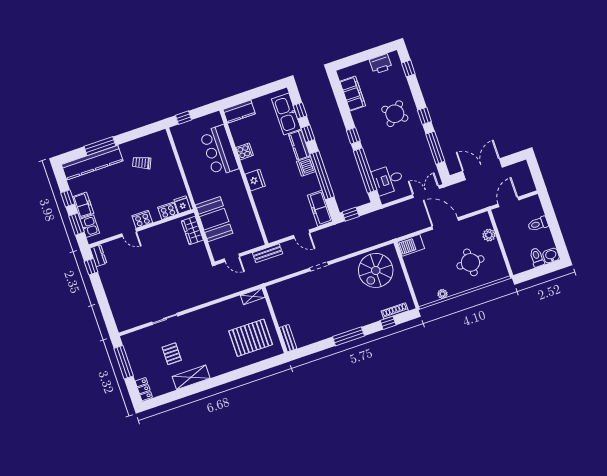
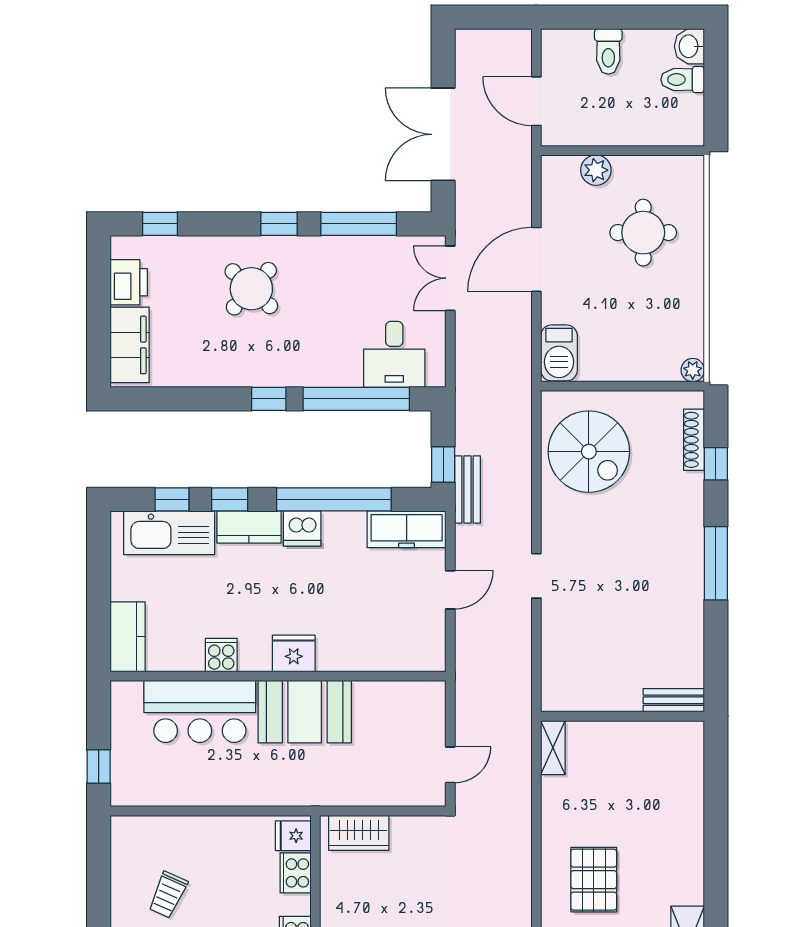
filing cabinet: (353, 94) -> (130, 345), moved, turned 90
booth: (214, 219) -> (305, 712), moved
bench: (268, 253) -> (467, 489), moved
plant: (442, 294) -> (693, 370), moved
pallet: (251, 338) -> (594, 880), moved, width x0.73, depth x0.71

